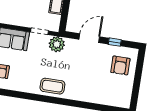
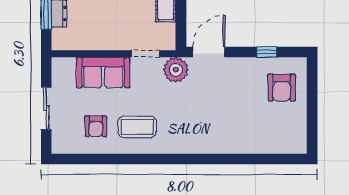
door: (89, 38) -> (209, 52), moved
coffee table: (52, 86) -> (137, 127), moved

